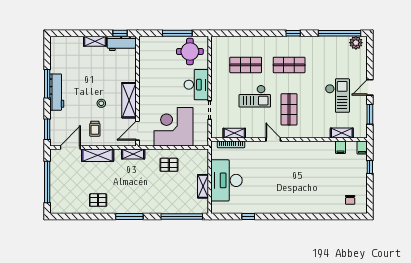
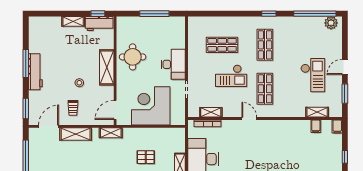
round table: (190, 51) -> (133, 57), moved
shop shelf: (289, 65) -> (265, 45), turned 90
shelving: (129, 100) -> (107, 67), moved
pallet: (169, 165) -> (146, 157), moved
window: (370, 167) -> (345, 157), moved

